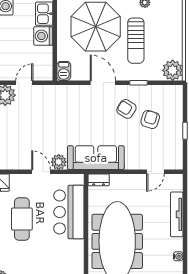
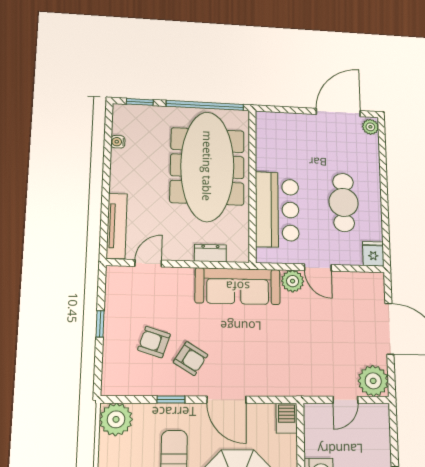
armchair: (150, 119) -> (154, 342), turned 91
dresser: (99, 180) -> (210, 253), moved
tv unit: (177, 214) -> (117, 226), moved

